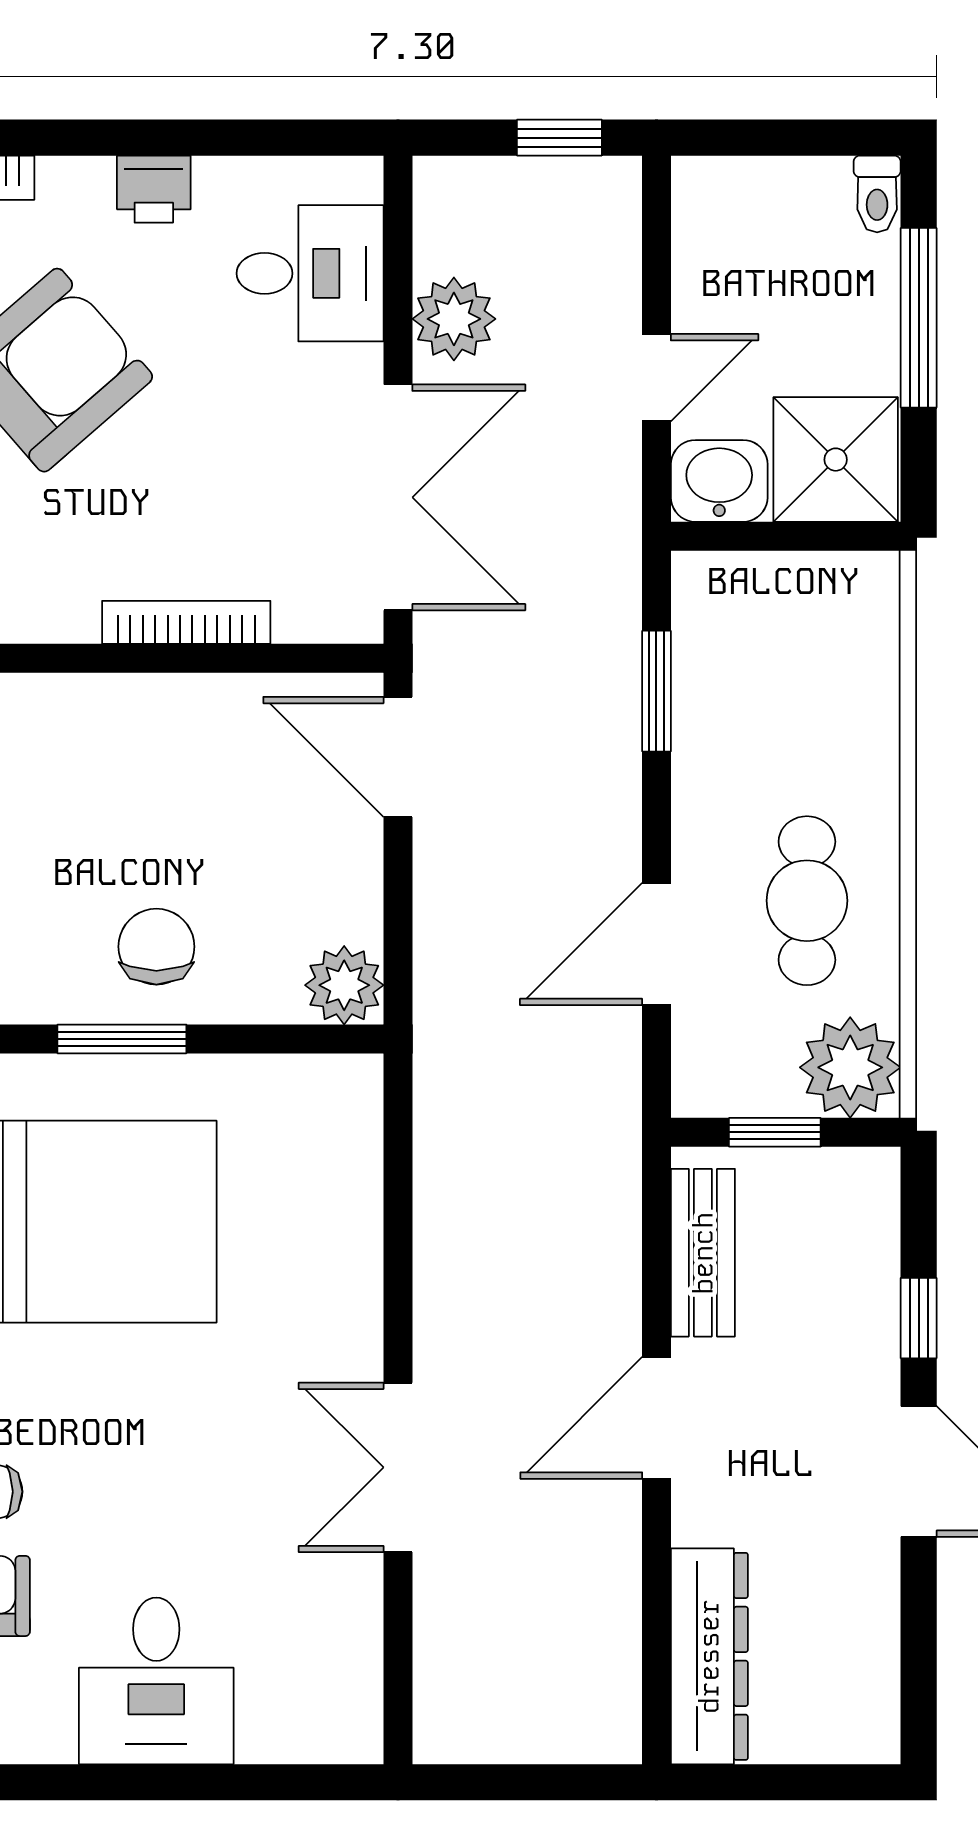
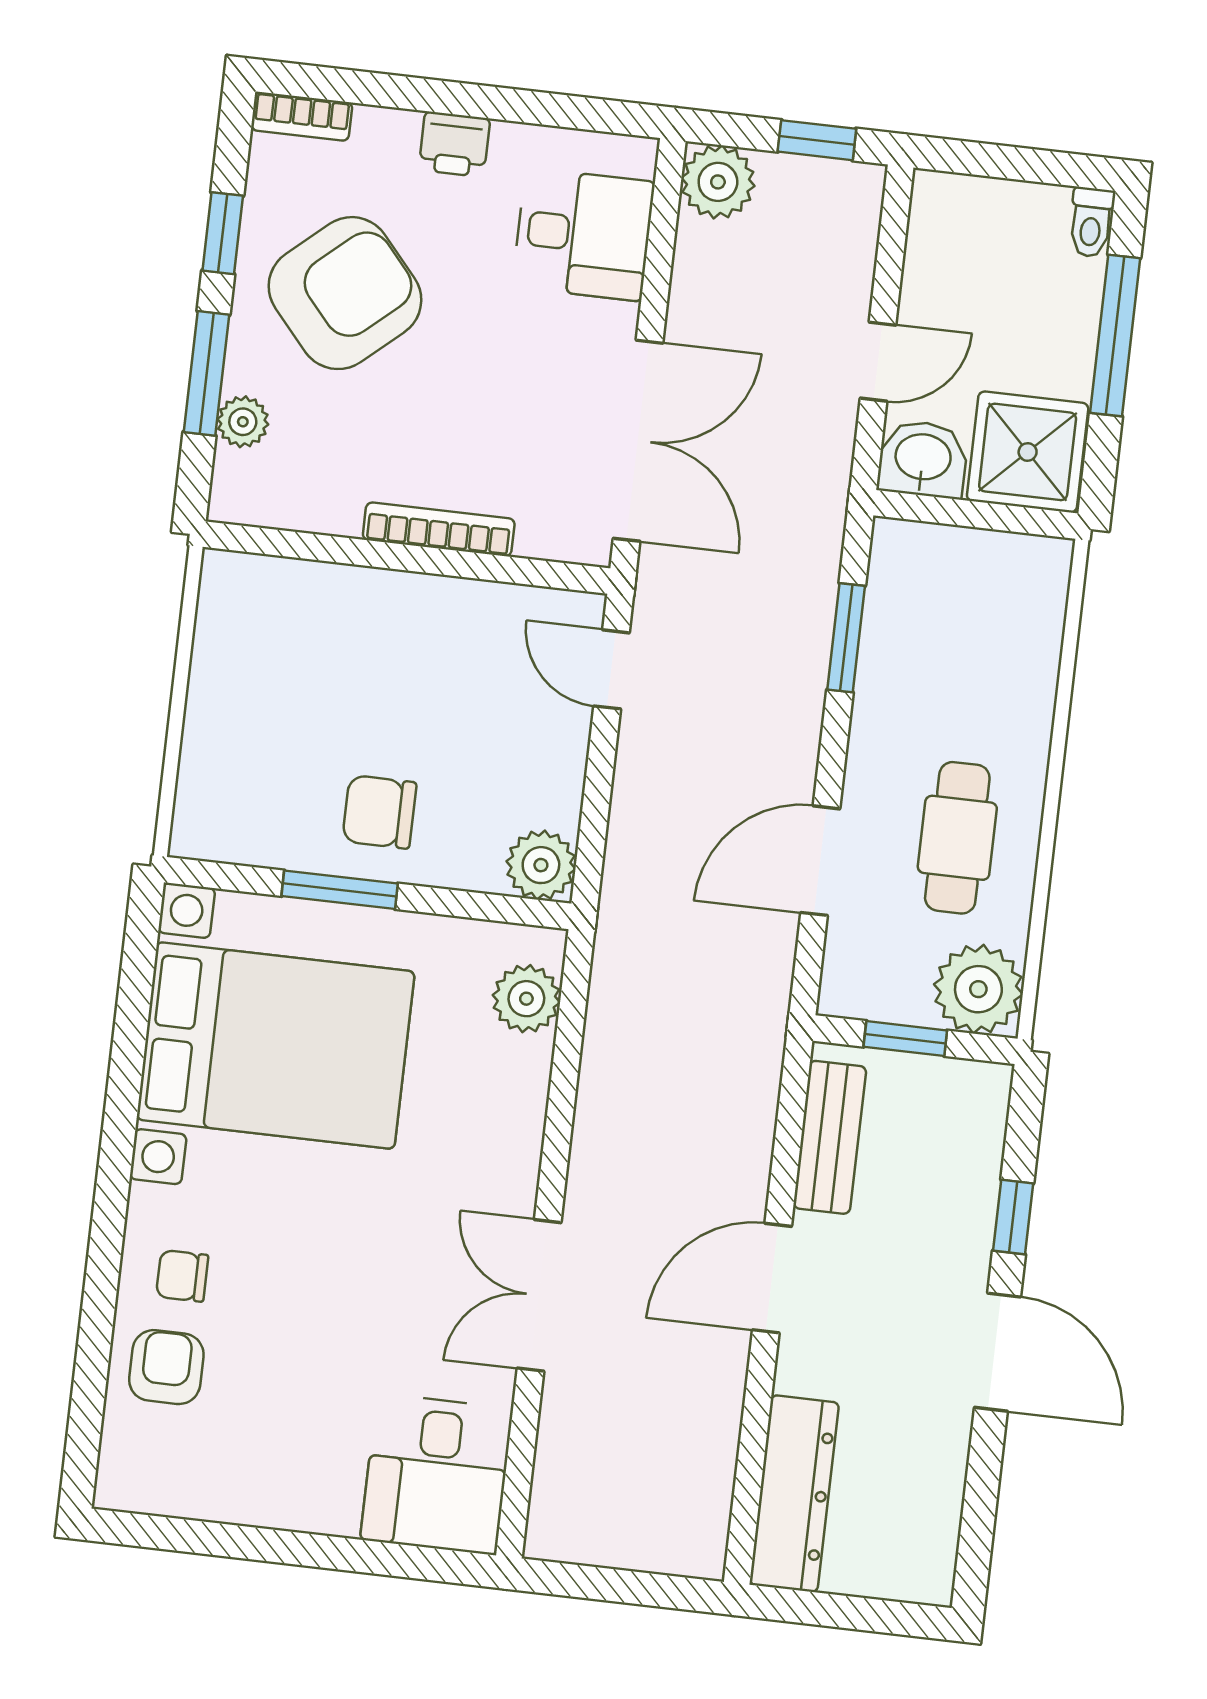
plant: (454, 319) -> (718, 182), moved
door: (398, 757) -> (612, 669), width x0.73
chair: (156, 947) -> (379, 812), turned -90
plant: (345, 1137) -> (526, 999), added
desk: (156, 1681) -> (437, 1474), moved

